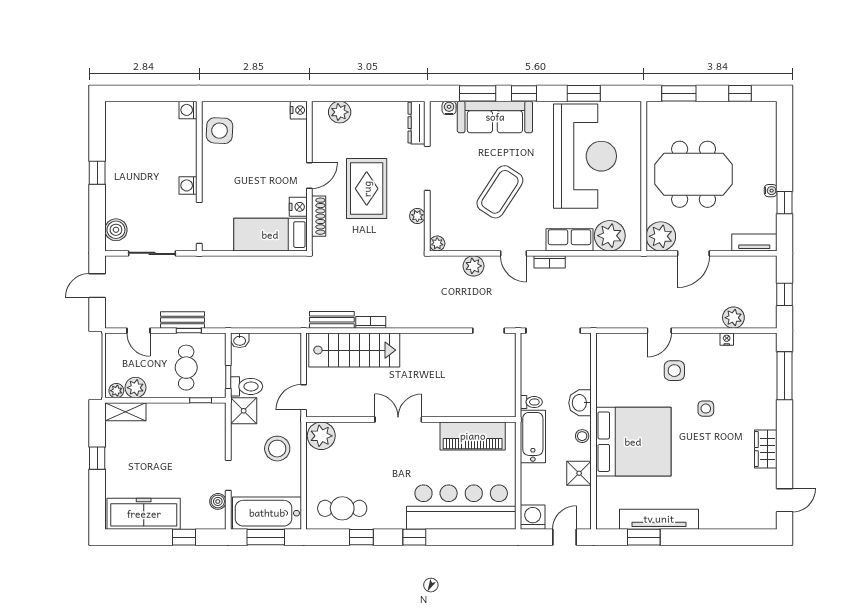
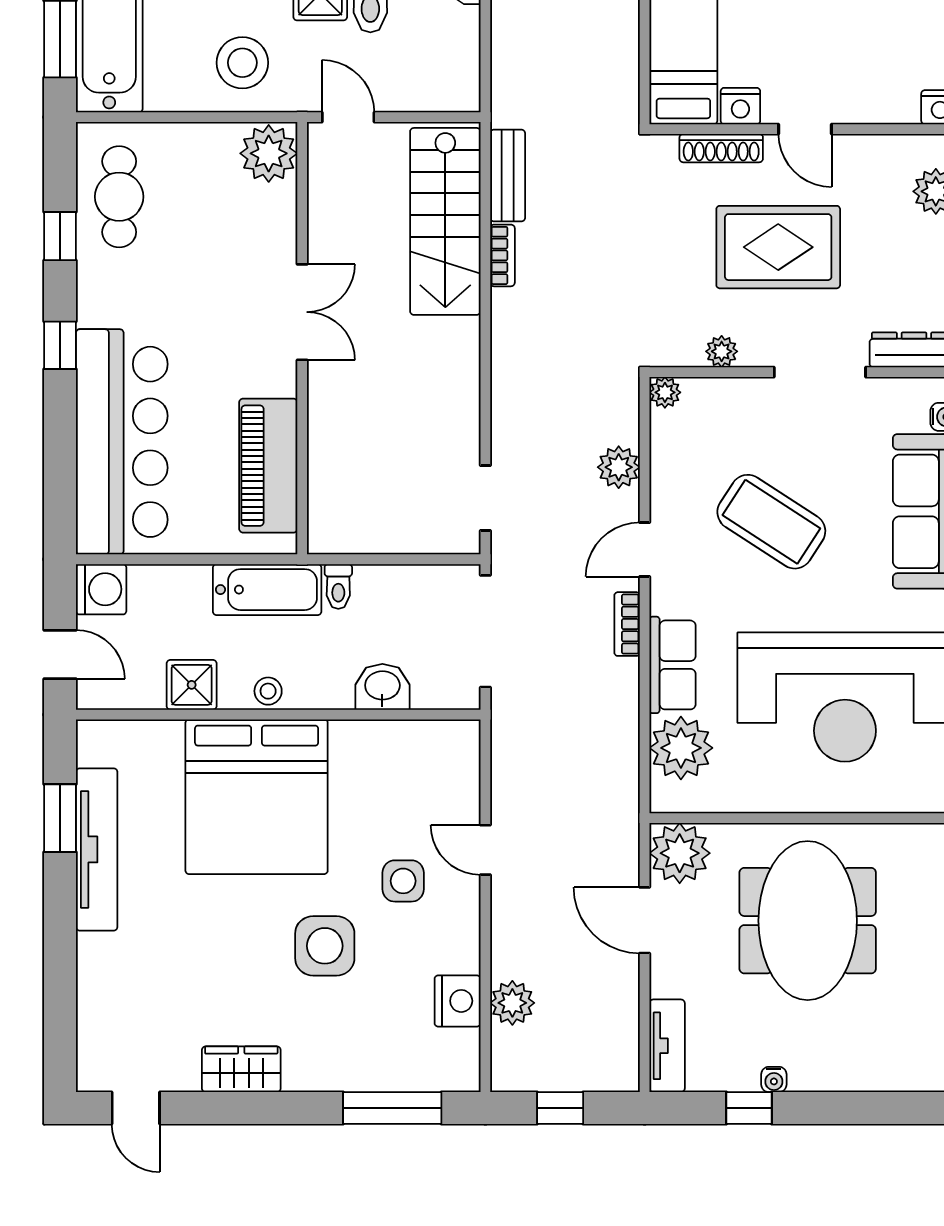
nightstand: (727, 339) -> (458, 1001), width x1.89, depth x1.79
washbasin: (580, 403) -> (382, 687), moved
side table: (706, 409) -> (325, 946), width x1.87, depth x1.87

